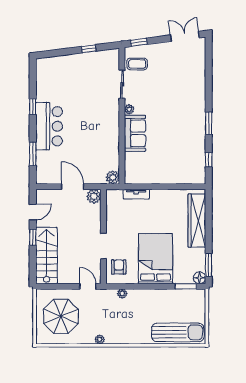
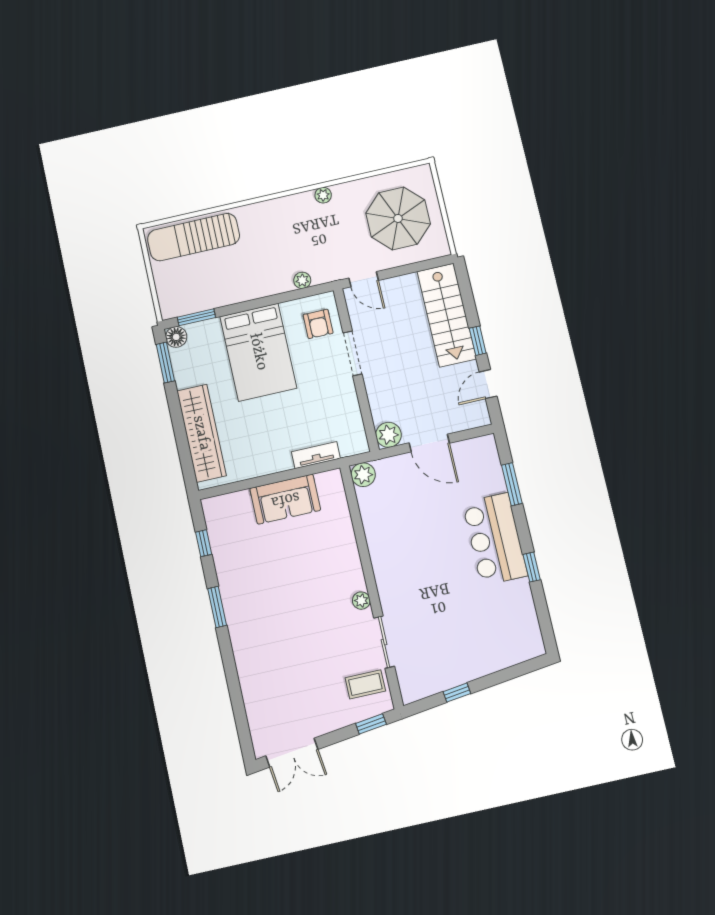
sofa: (135, 133) -> (285, 499), moved, turned -90

